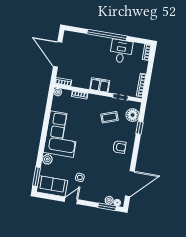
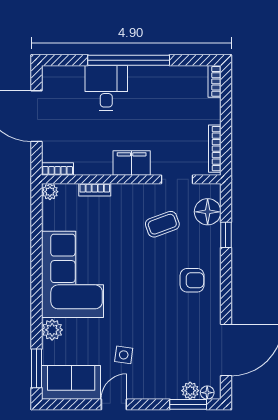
desk: (121, 51) -> (106, 88), moved

